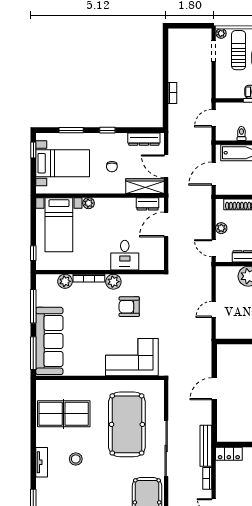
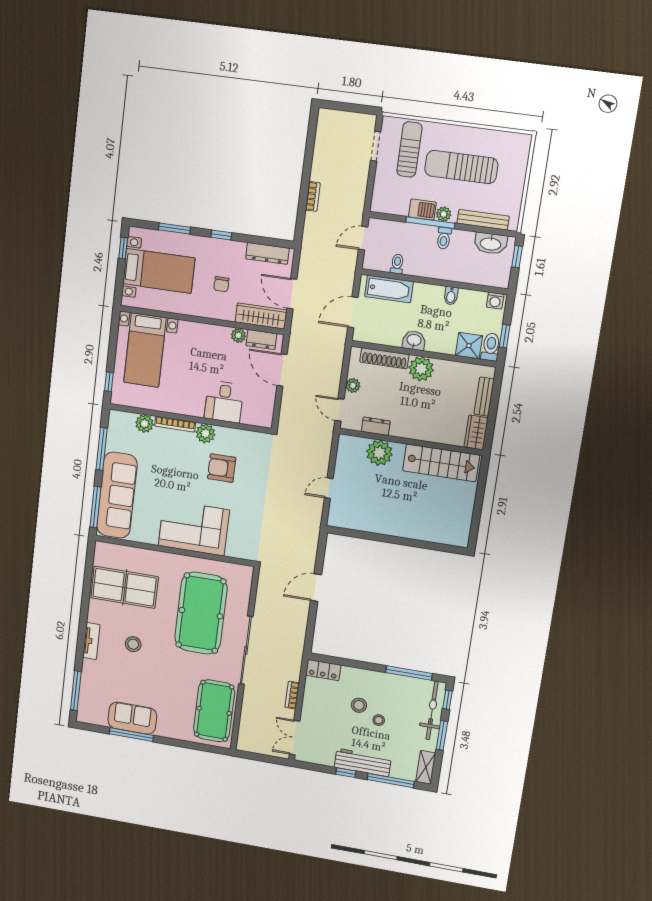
plant: (221, 33) -> (389, 123), removed
plant: (89, 203) -> (238, 335), moved
door: (166, 224) -> (282, 370), hinge flipped
corner sofa: (132, 357) -> (194, 528), moved
bench: (206, 446) -> (296, 655), removed

